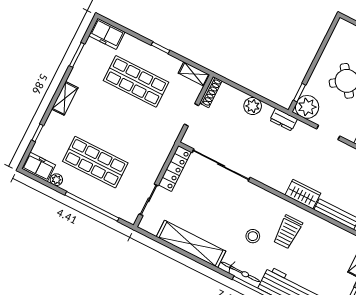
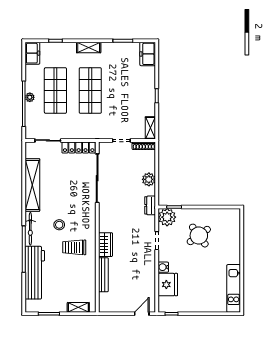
shop shelf: (136, 81) -> (90, 91), moved
plant: (56, 180) -> (30, 97), moved

